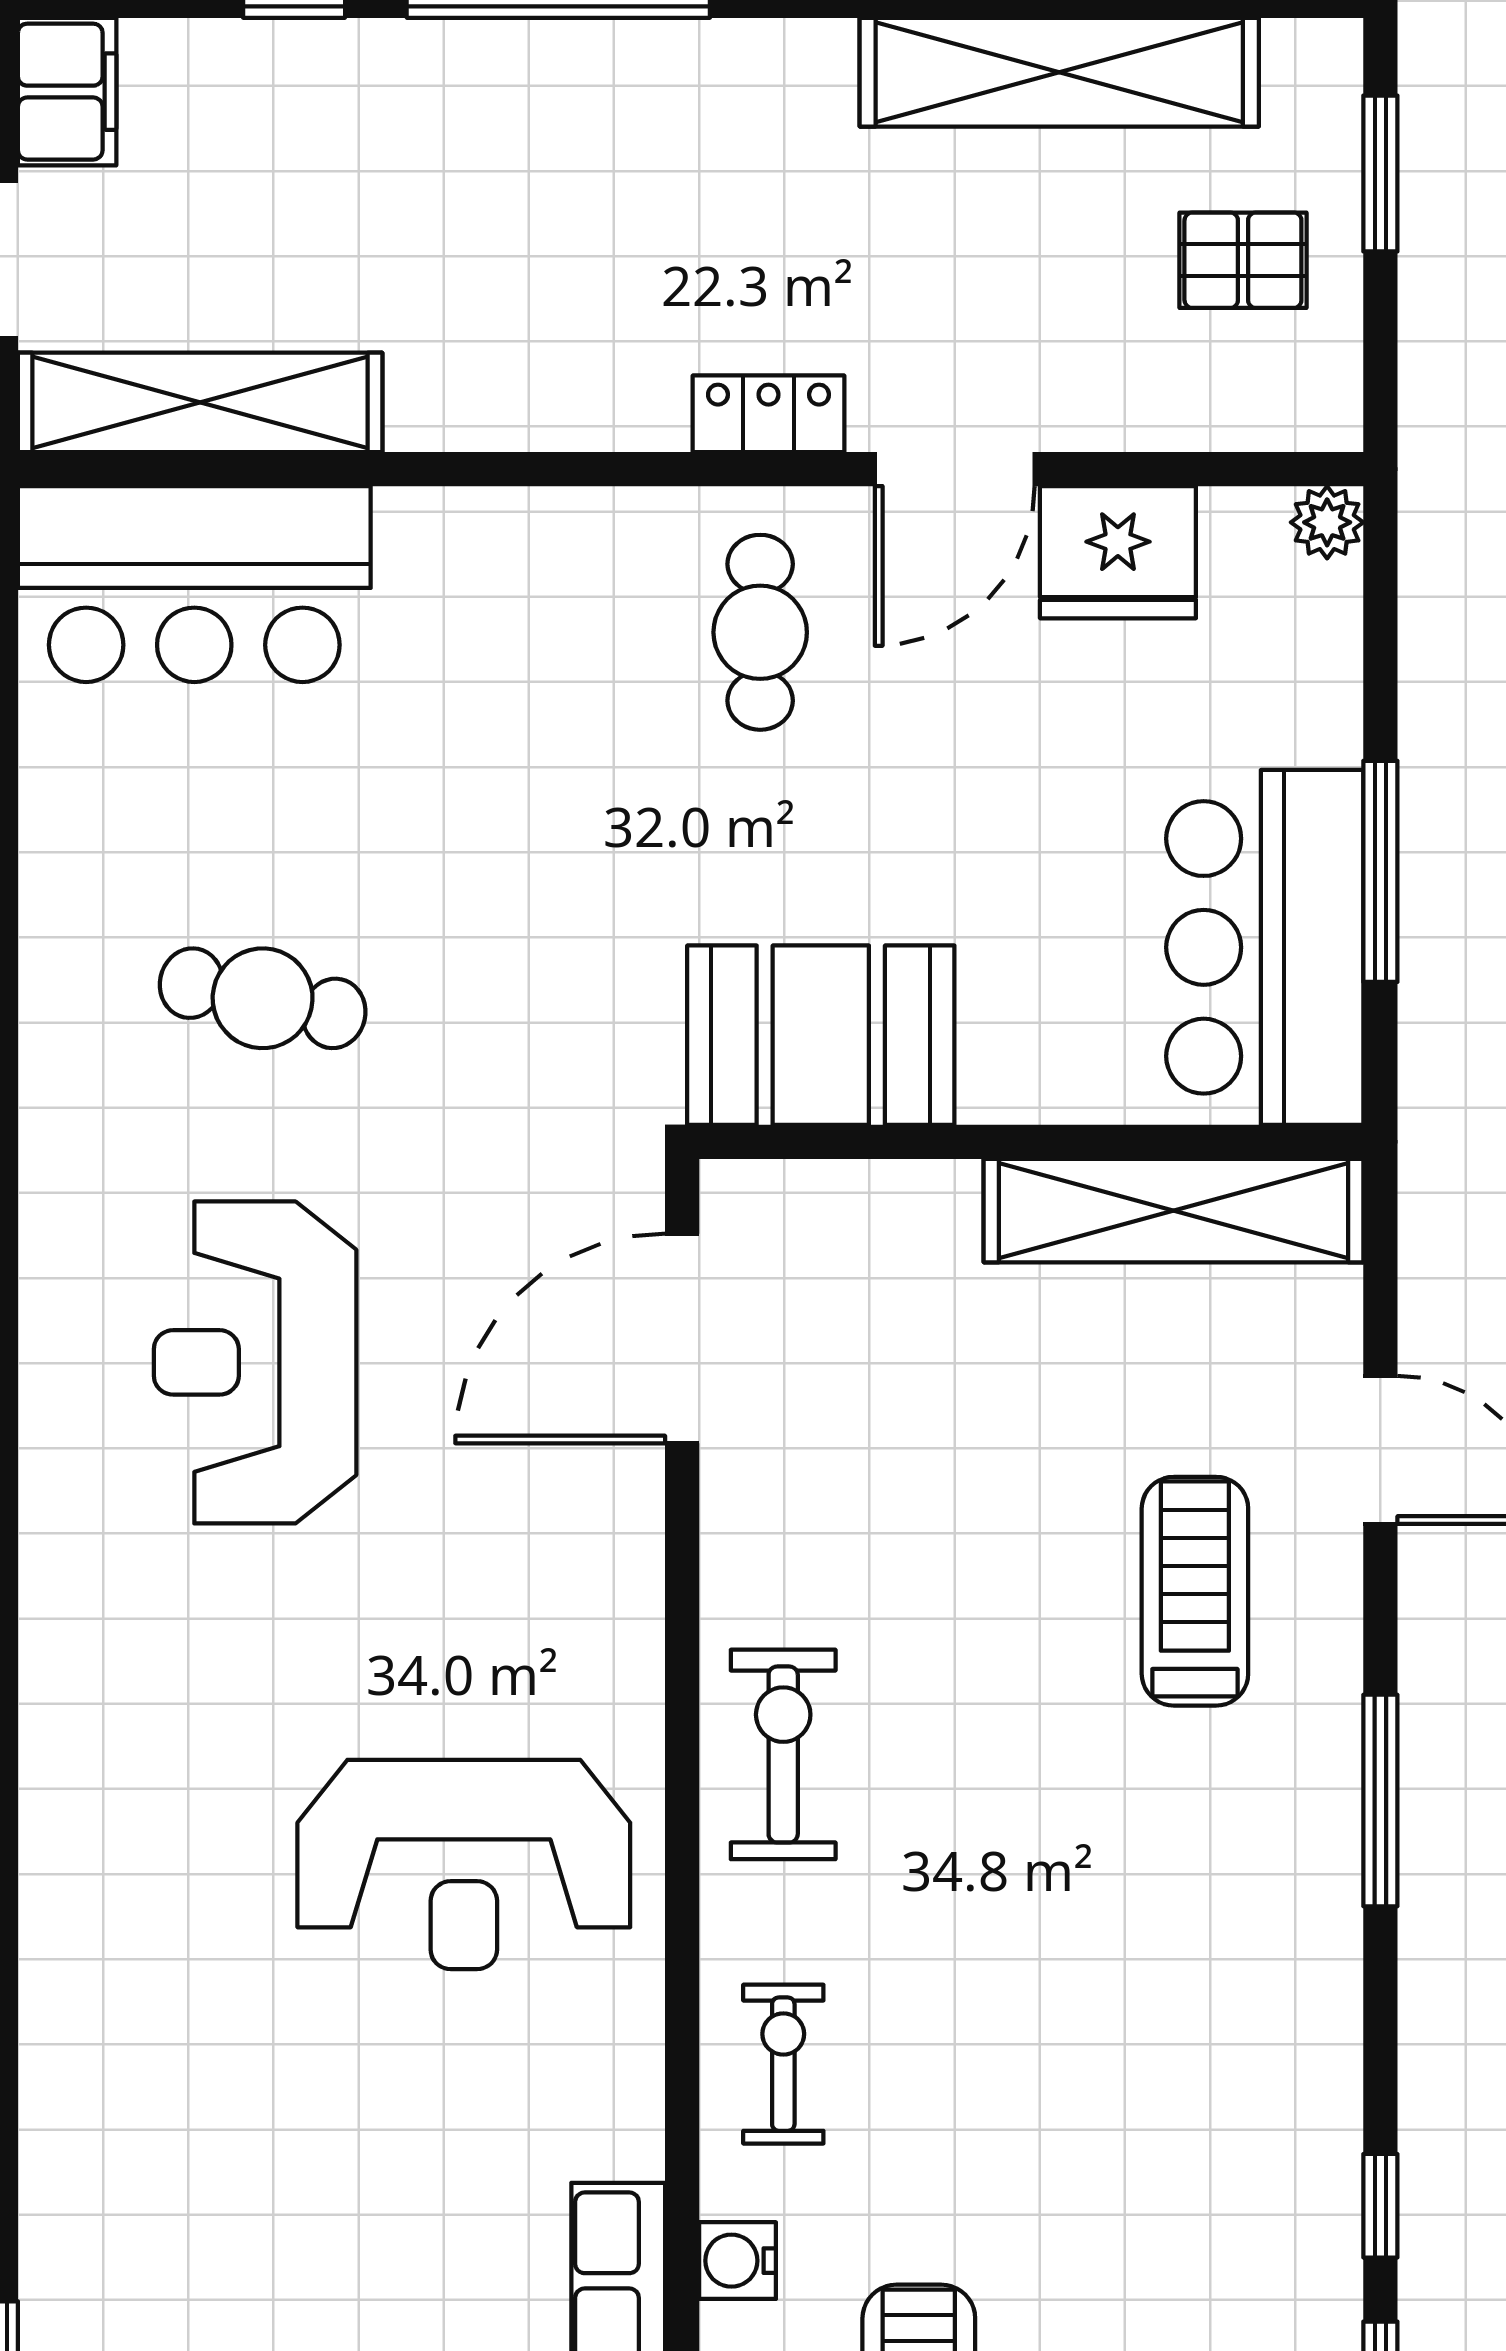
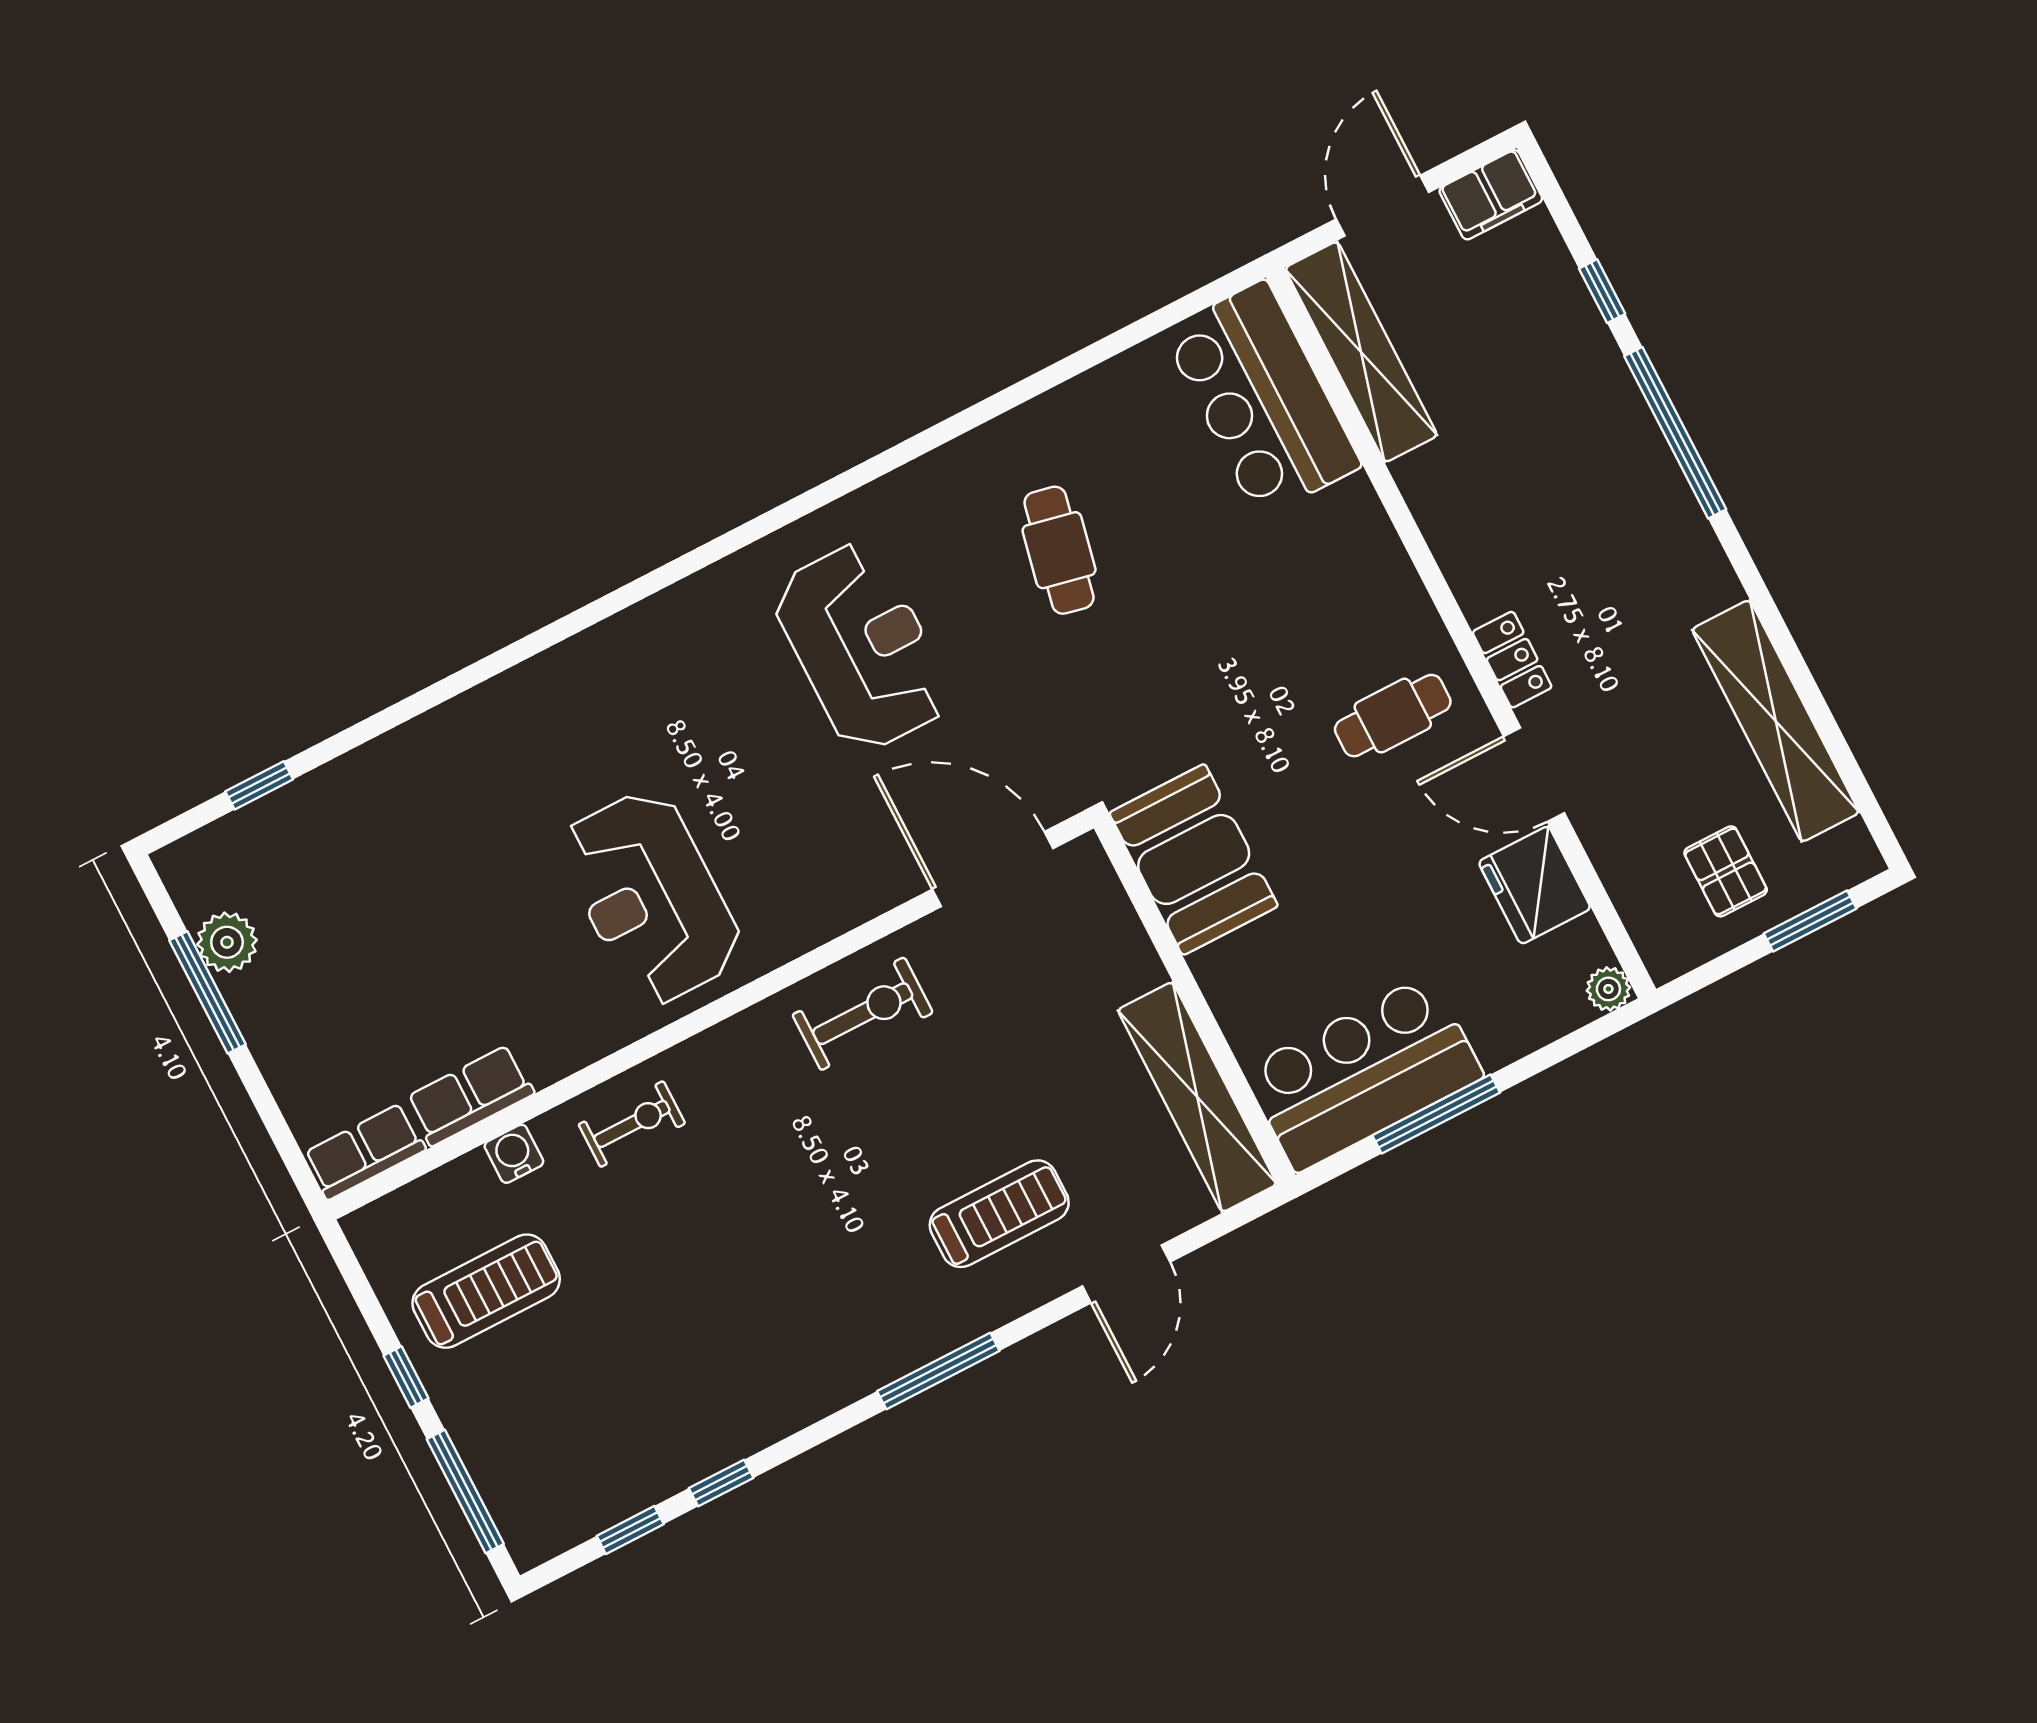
reception desk: (255, 1362) -> (862, 647), turned 90
exercise bike: (783, 1754) -> (863, 1014), moved

